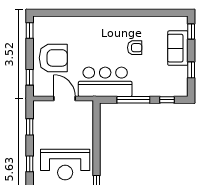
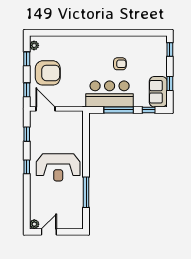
plant: (38, 27) -> (34, 45), added
window: (30, 30) -> (27, 59), moved
sofa: (178, 48) -> (158, 92), moved
bar counter: (105, 82) -> (110, 94), moved
door: (65, 98) -> (46, 109), moved

